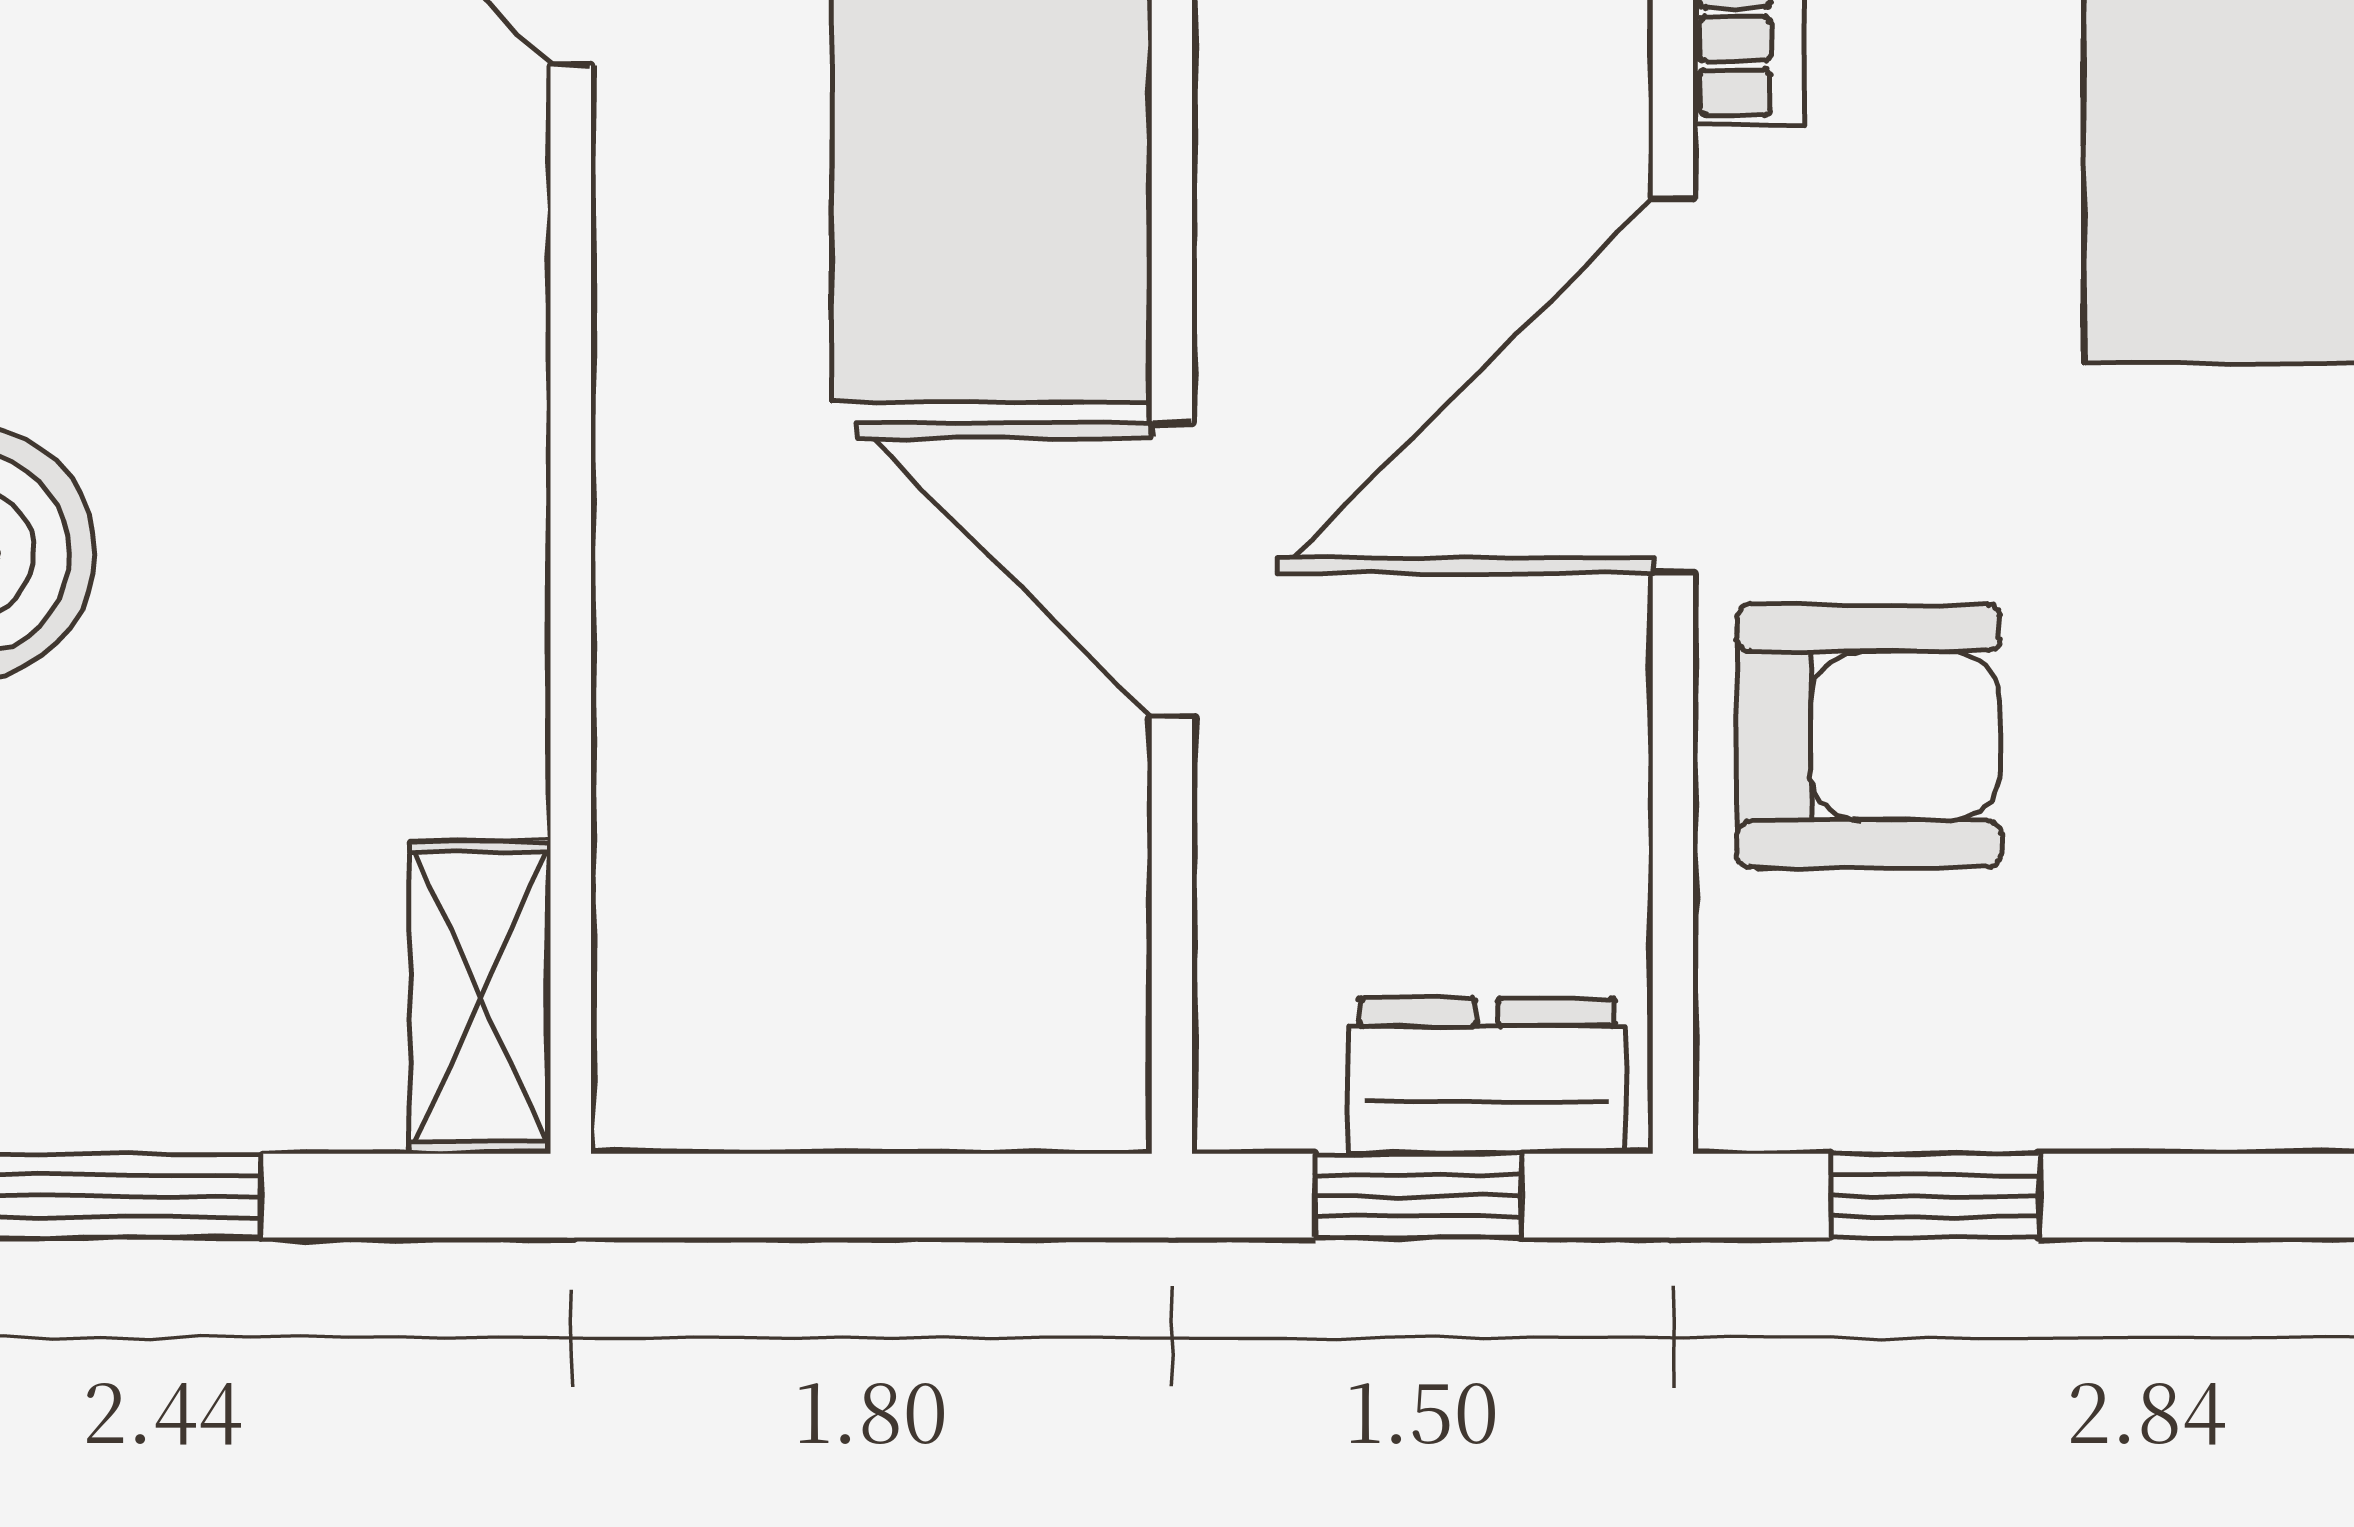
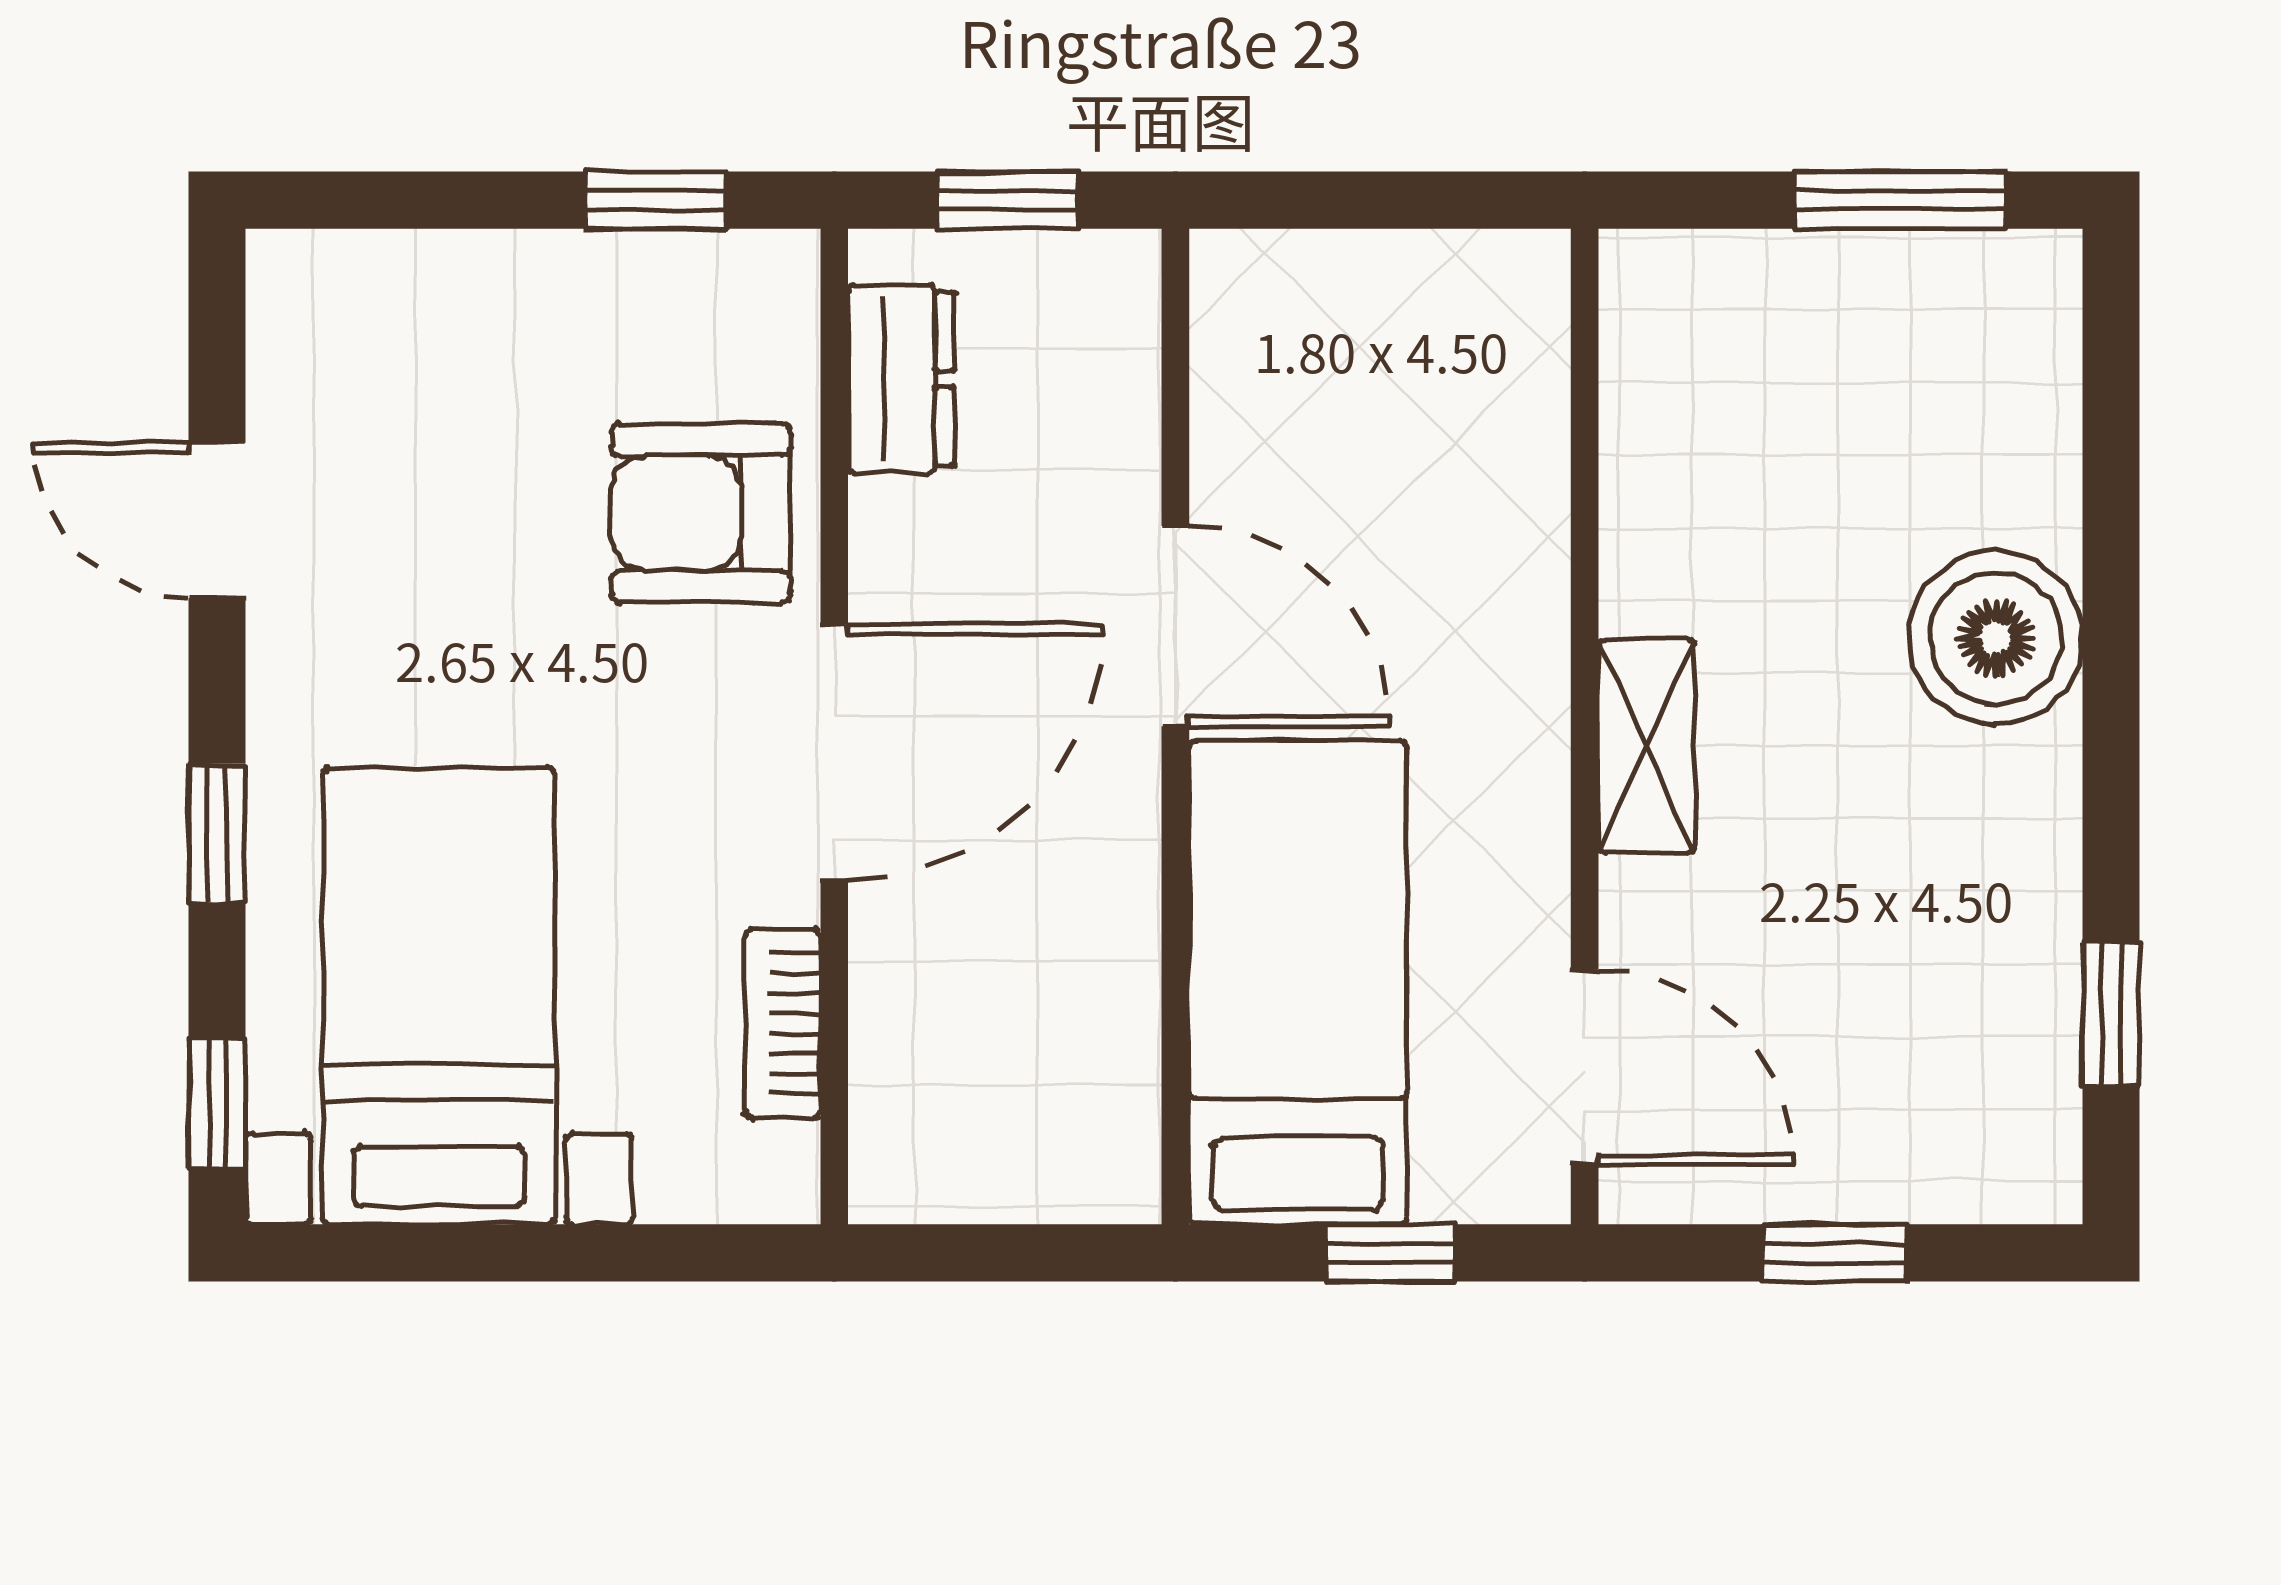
shelving: (480, 997) -> (1646, 746), moved
dresser: (1487, 1076) -> (901, 379), moved, turned -90

